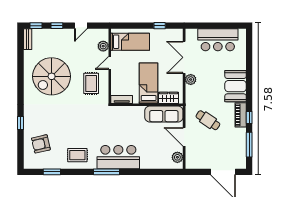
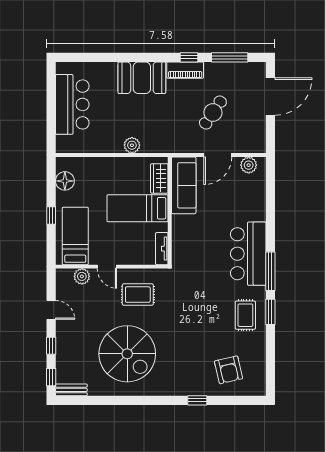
window: (160, 26) -> (51, 215), moved
floor lamp: (167, 35) -> (65, 181), added
double door: (184, 57) -> (99, 155), removed
cafe table: (208, 120) -> (213, 112), moved
window: (52, 172) -> (270, 312), moved

